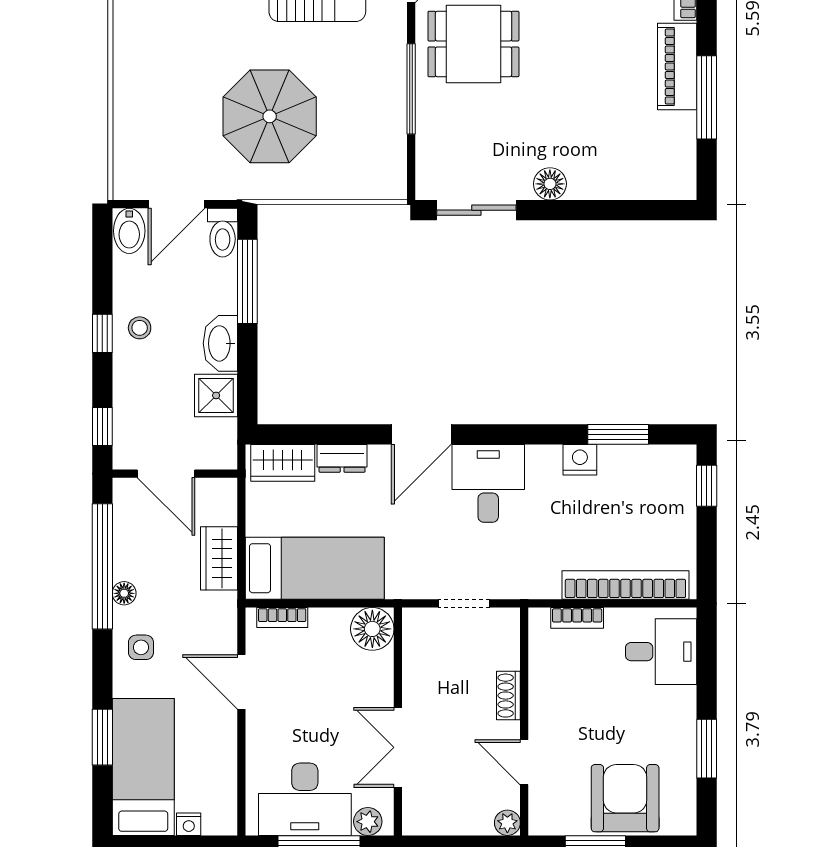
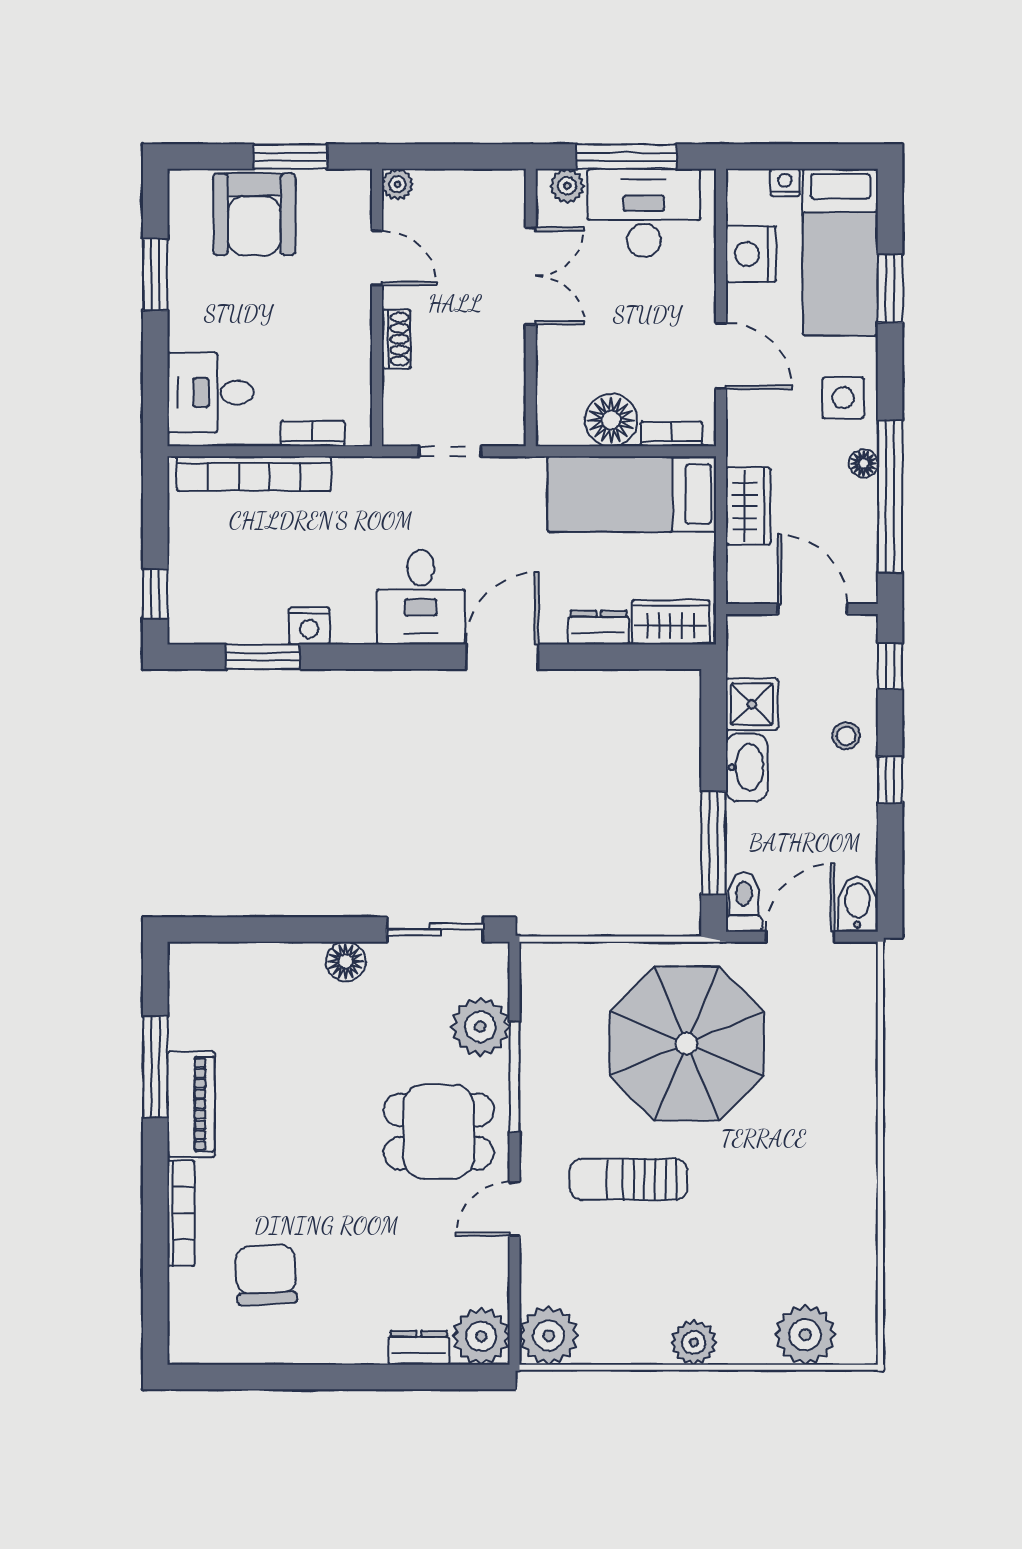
parasol: (270, 116) -> (687, 1044), width x1.36, depth x1.36
plant: (439, 130) -> (480, 1027), added
stool: (140, 328) -> (846, 736), moved
floor lamp: (372, 629) -> (611, 420), moved
side table: (141, 647) -> (843, 398), width x1.37, depth x1.37
nightstand: (217, 766) -> (751, 254), added

